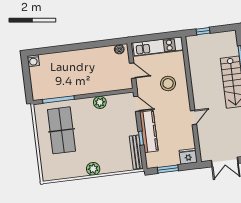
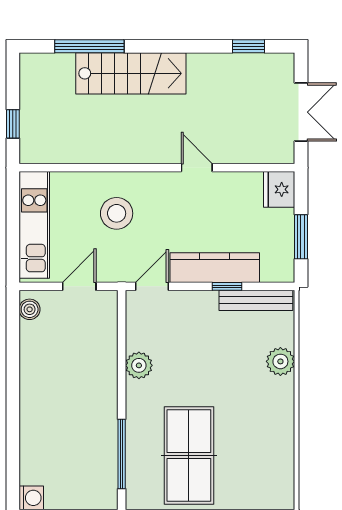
table tennis table: (62, 130) -> (189, 456), turned 90
plant: (93, 169) -> (280, 361), moved

